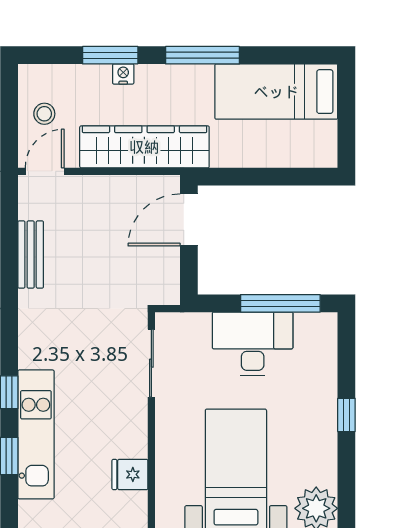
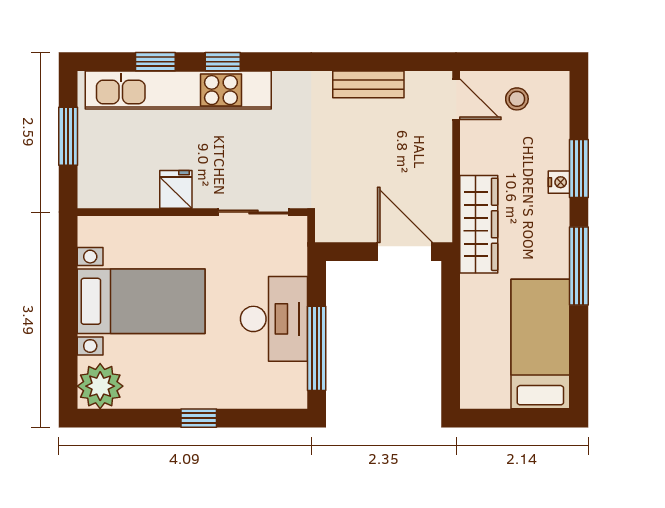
wardrobe: (144, 147) -> (479, 224), width x0.71, depth x0.85
kitchen unit: (36, 434) -> (178, 90), width x1.36
fridge: (130, 474) -> (176, 189), moved

